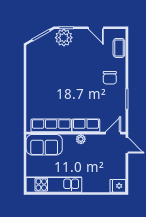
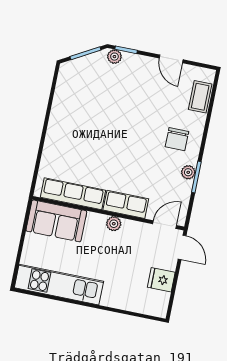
plant: (64, 38) -> (114, 57), width x0.53, depth x0.53
plant: (121, 97) -> (188, 172), added
fridge: (118, 186) -> (161, 280), moved

